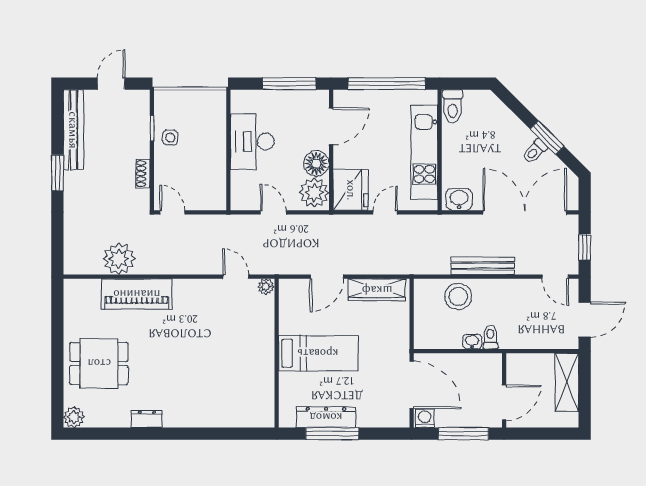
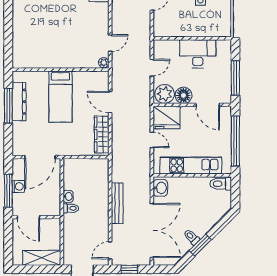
stool: (458, 296) -> (97, 187), removed
washing machine: (425, 418) -> (18, 186), moved

